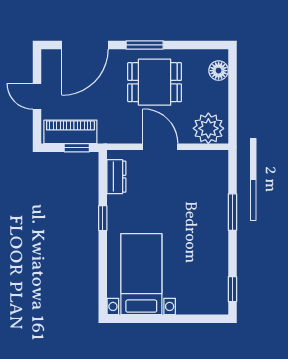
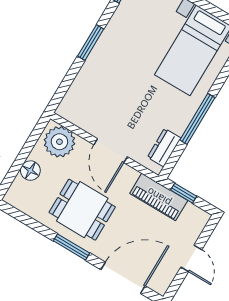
floor lamp: (219, 71) -> (30, 171), moved
piano: (70, 132) -> (159, 197), moved
window: (232, 212) -> (91, 42), moved
window: (103, 218) -> (197, 119), width x2.17

